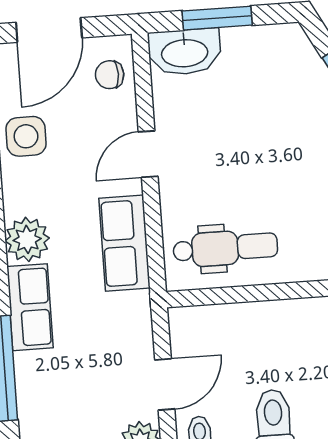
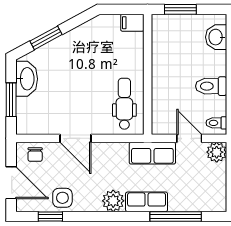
washbasin: (185, 52) -> (27, 79), moved
door: (148, 154) -> (76, 138), width x1.38
row of seats: (124, 243) -> (152, 153), moved

